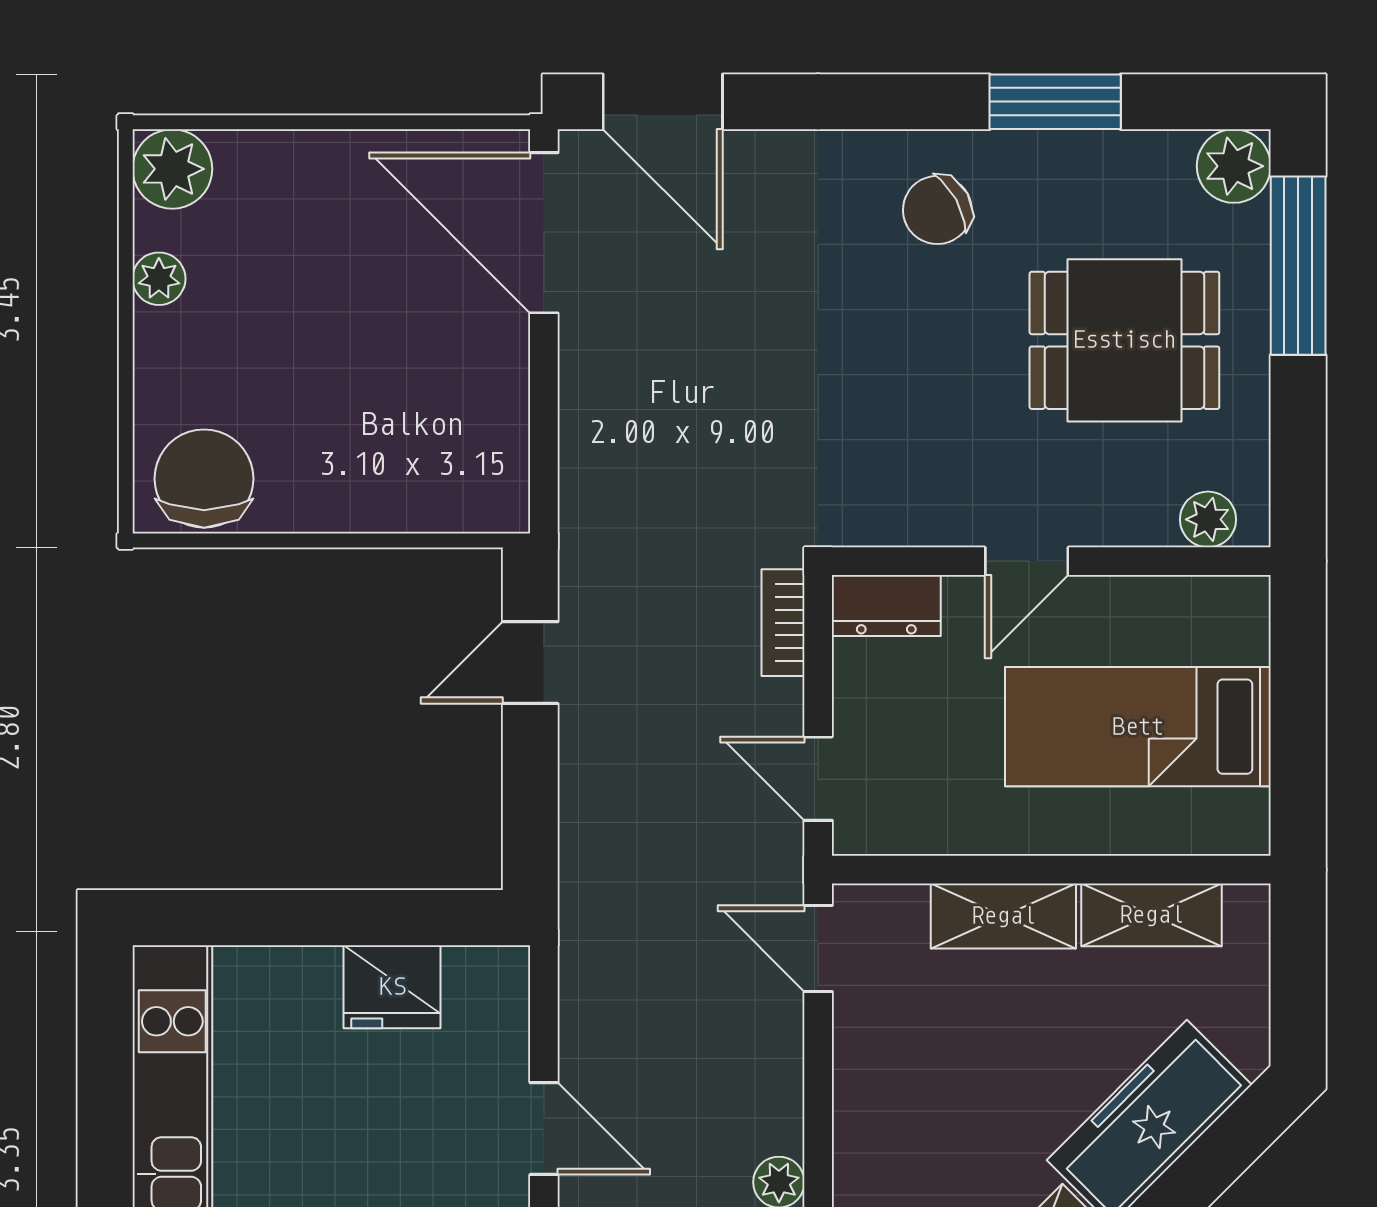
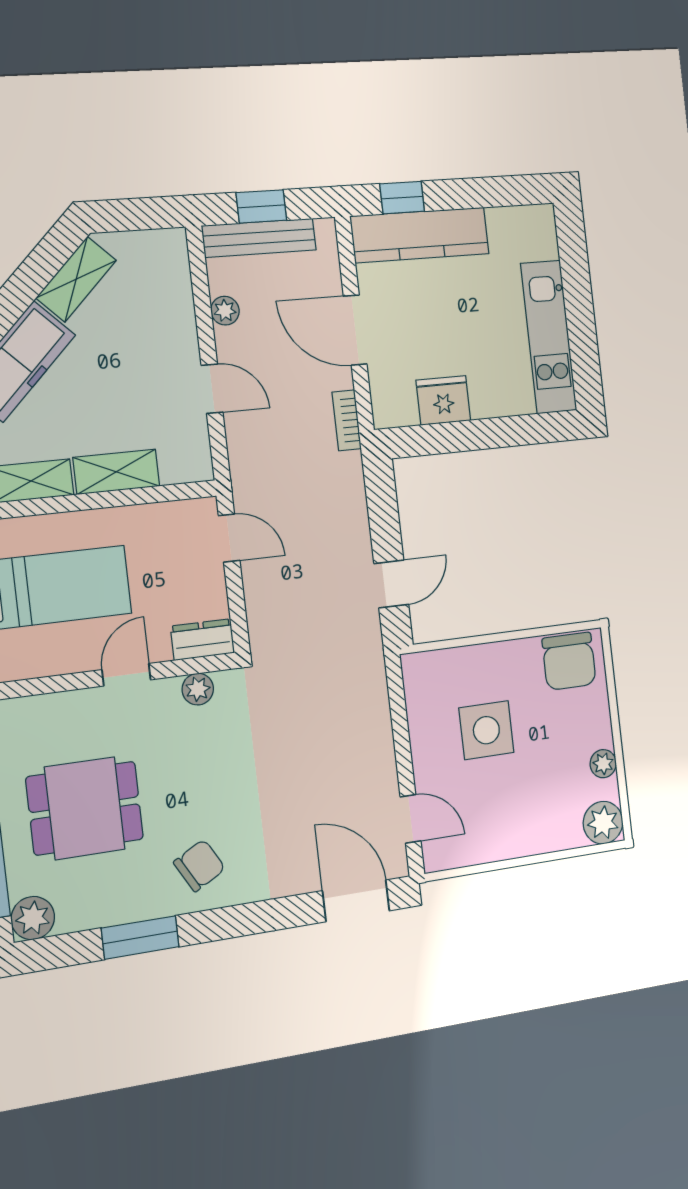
door: (544, 233) -> (411, 819), width x0.53
side table: (381, 373) -> (486, 730), added
plant: (1208, 519) -> (198, 689), moved
bookcase: (783, 623) -> (347, 420), moved, turned 180
door: (818, 948) -> (212, 389), moved
door: (544, 1129) -> (355, 330), width x1.38

